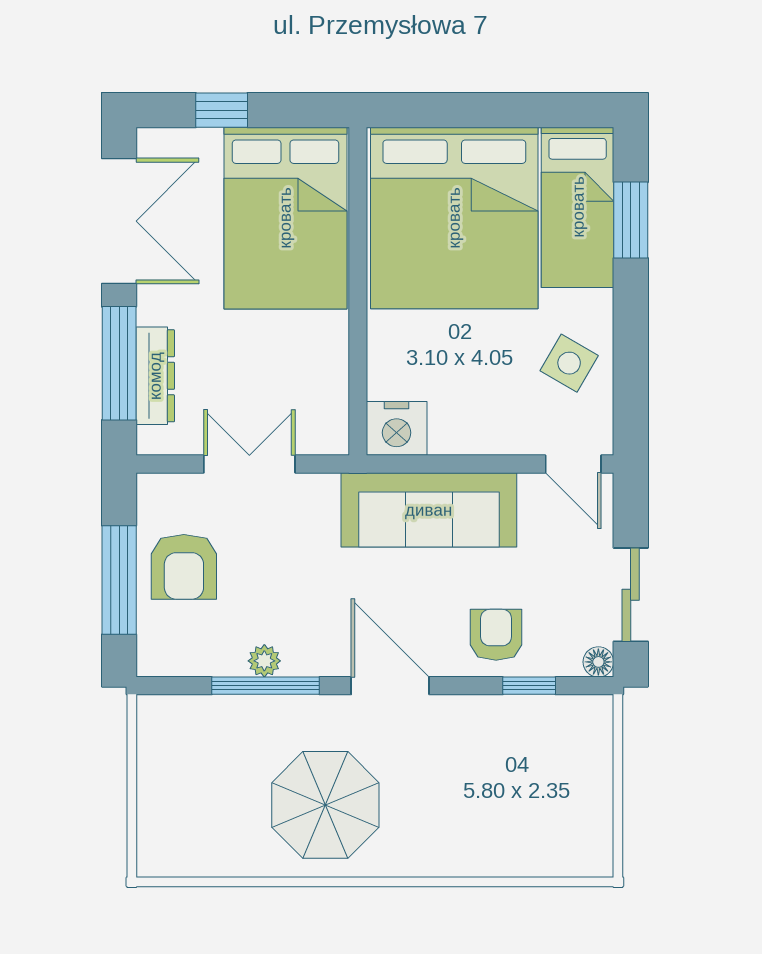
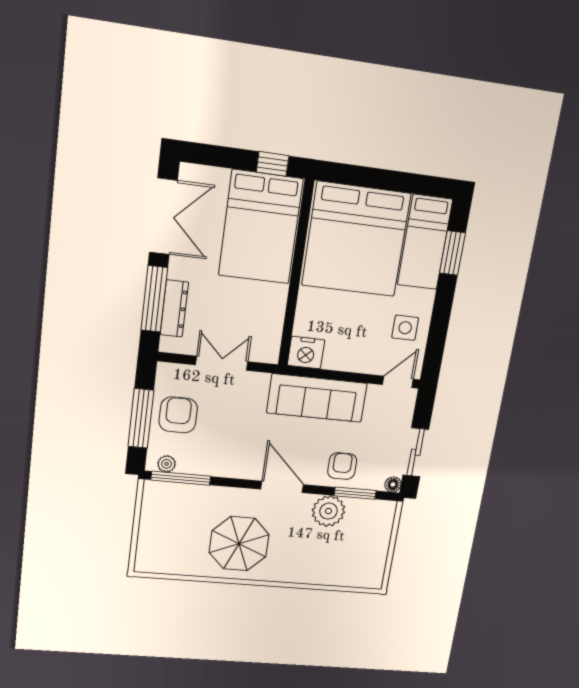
window: (222, 110) -> (273, 164), moved
side table: (569, 363) -> (405, 328), turned -30
door: (573, 464) -> (398, 382), swing flipped
armchair: (184, 567) -> (178, 415), turned 180
plant: (264, 661) -> (167, 464), moved
window: (266, 686) -> (181, 478), moved
window: (529, 686) -> (355, 493), width x1.50
plant: (484, 726) -> (328, 511), added

